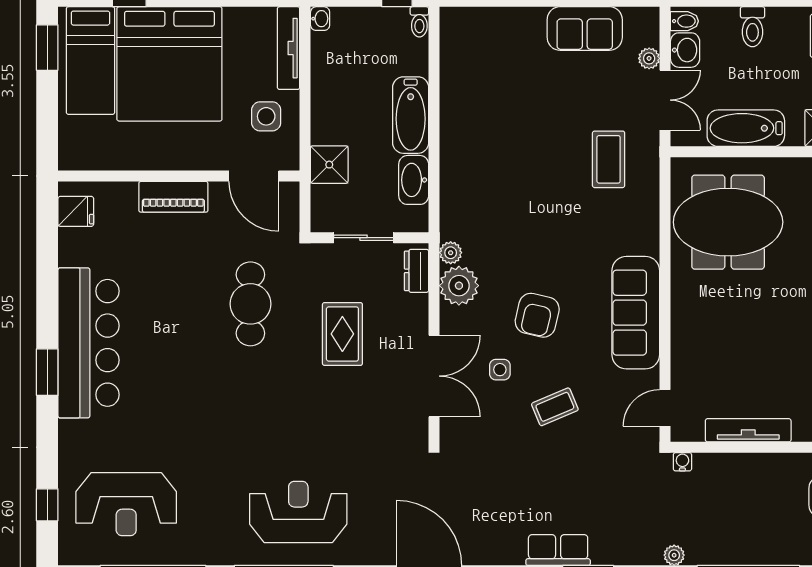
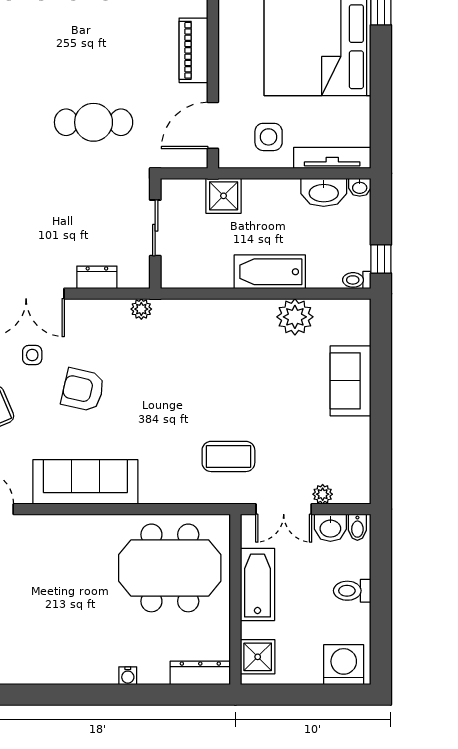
sofa: (585, 28) -> (350, 381), moved
washbasin: (414, 180) -> (324, 192), moved, turned 180
meeting table: (728, 222) -> (170, 568), turned 90
dresser: (417, 271) -> (97, 277), moved
plant: (459, 286) -> (295, 317), moved
rug: (342, 334) -> (65, 208), removed

